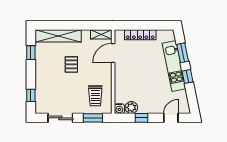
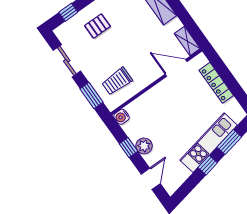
pallet: (71, 64) -> (97, 26), moved
plant: (131, 107) -> (144, 146), moved
door: (171, 118) -> (151, 179), hinge flipped

